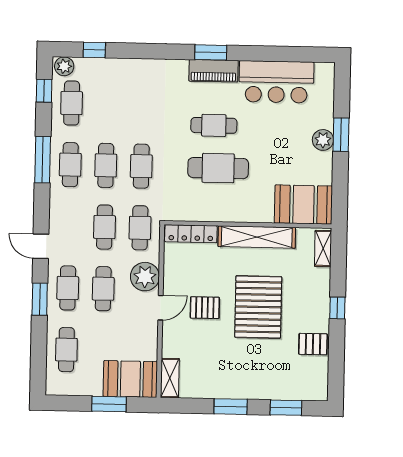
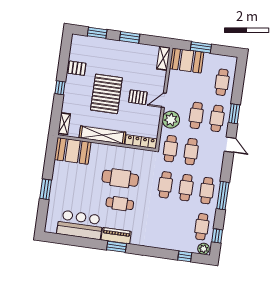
plant: (323, 140) -> (57, 187), removed

